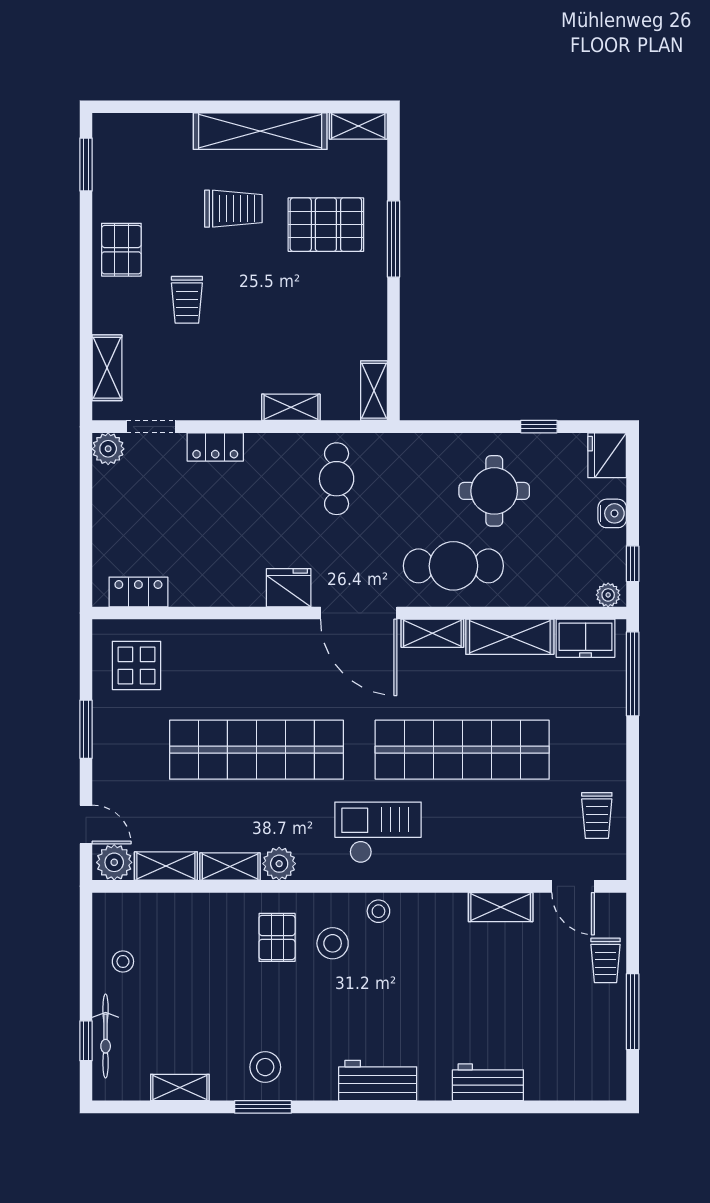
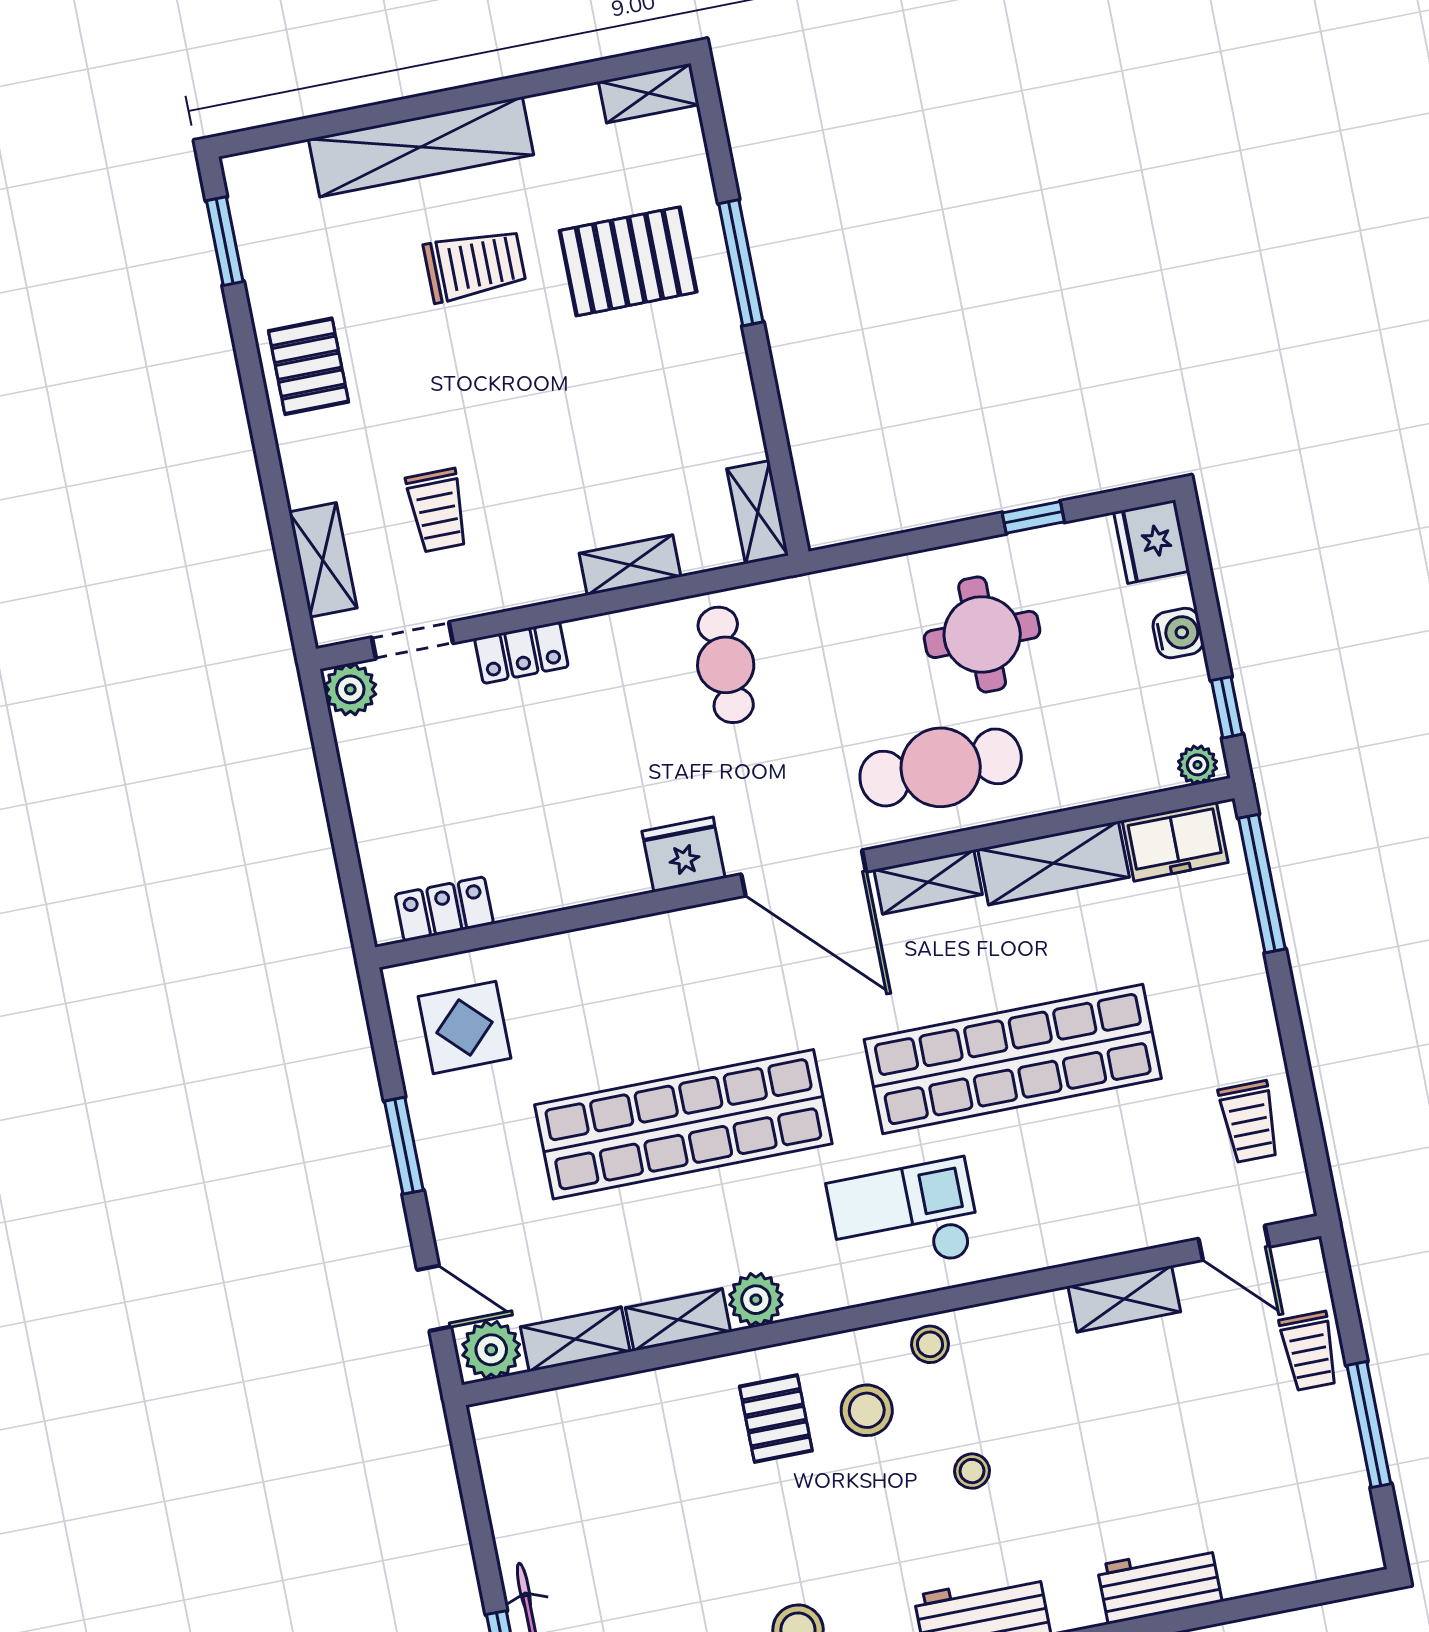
shelving: (260, 131) -> (421, 147), moved
trolley: (187, 300) -> (437, 510), moved
stool: (123, 961) -> (972, 1471), moved

